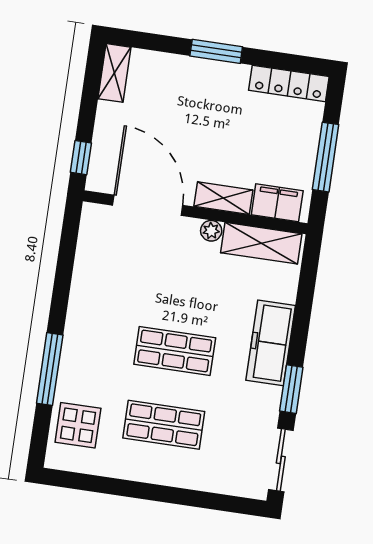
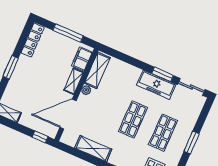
shelving: (87, 281) -> (93, 149), added
freezer: (271, 343) -> (156, 85), moved
window: (159, 493) -> (191, 142), added

